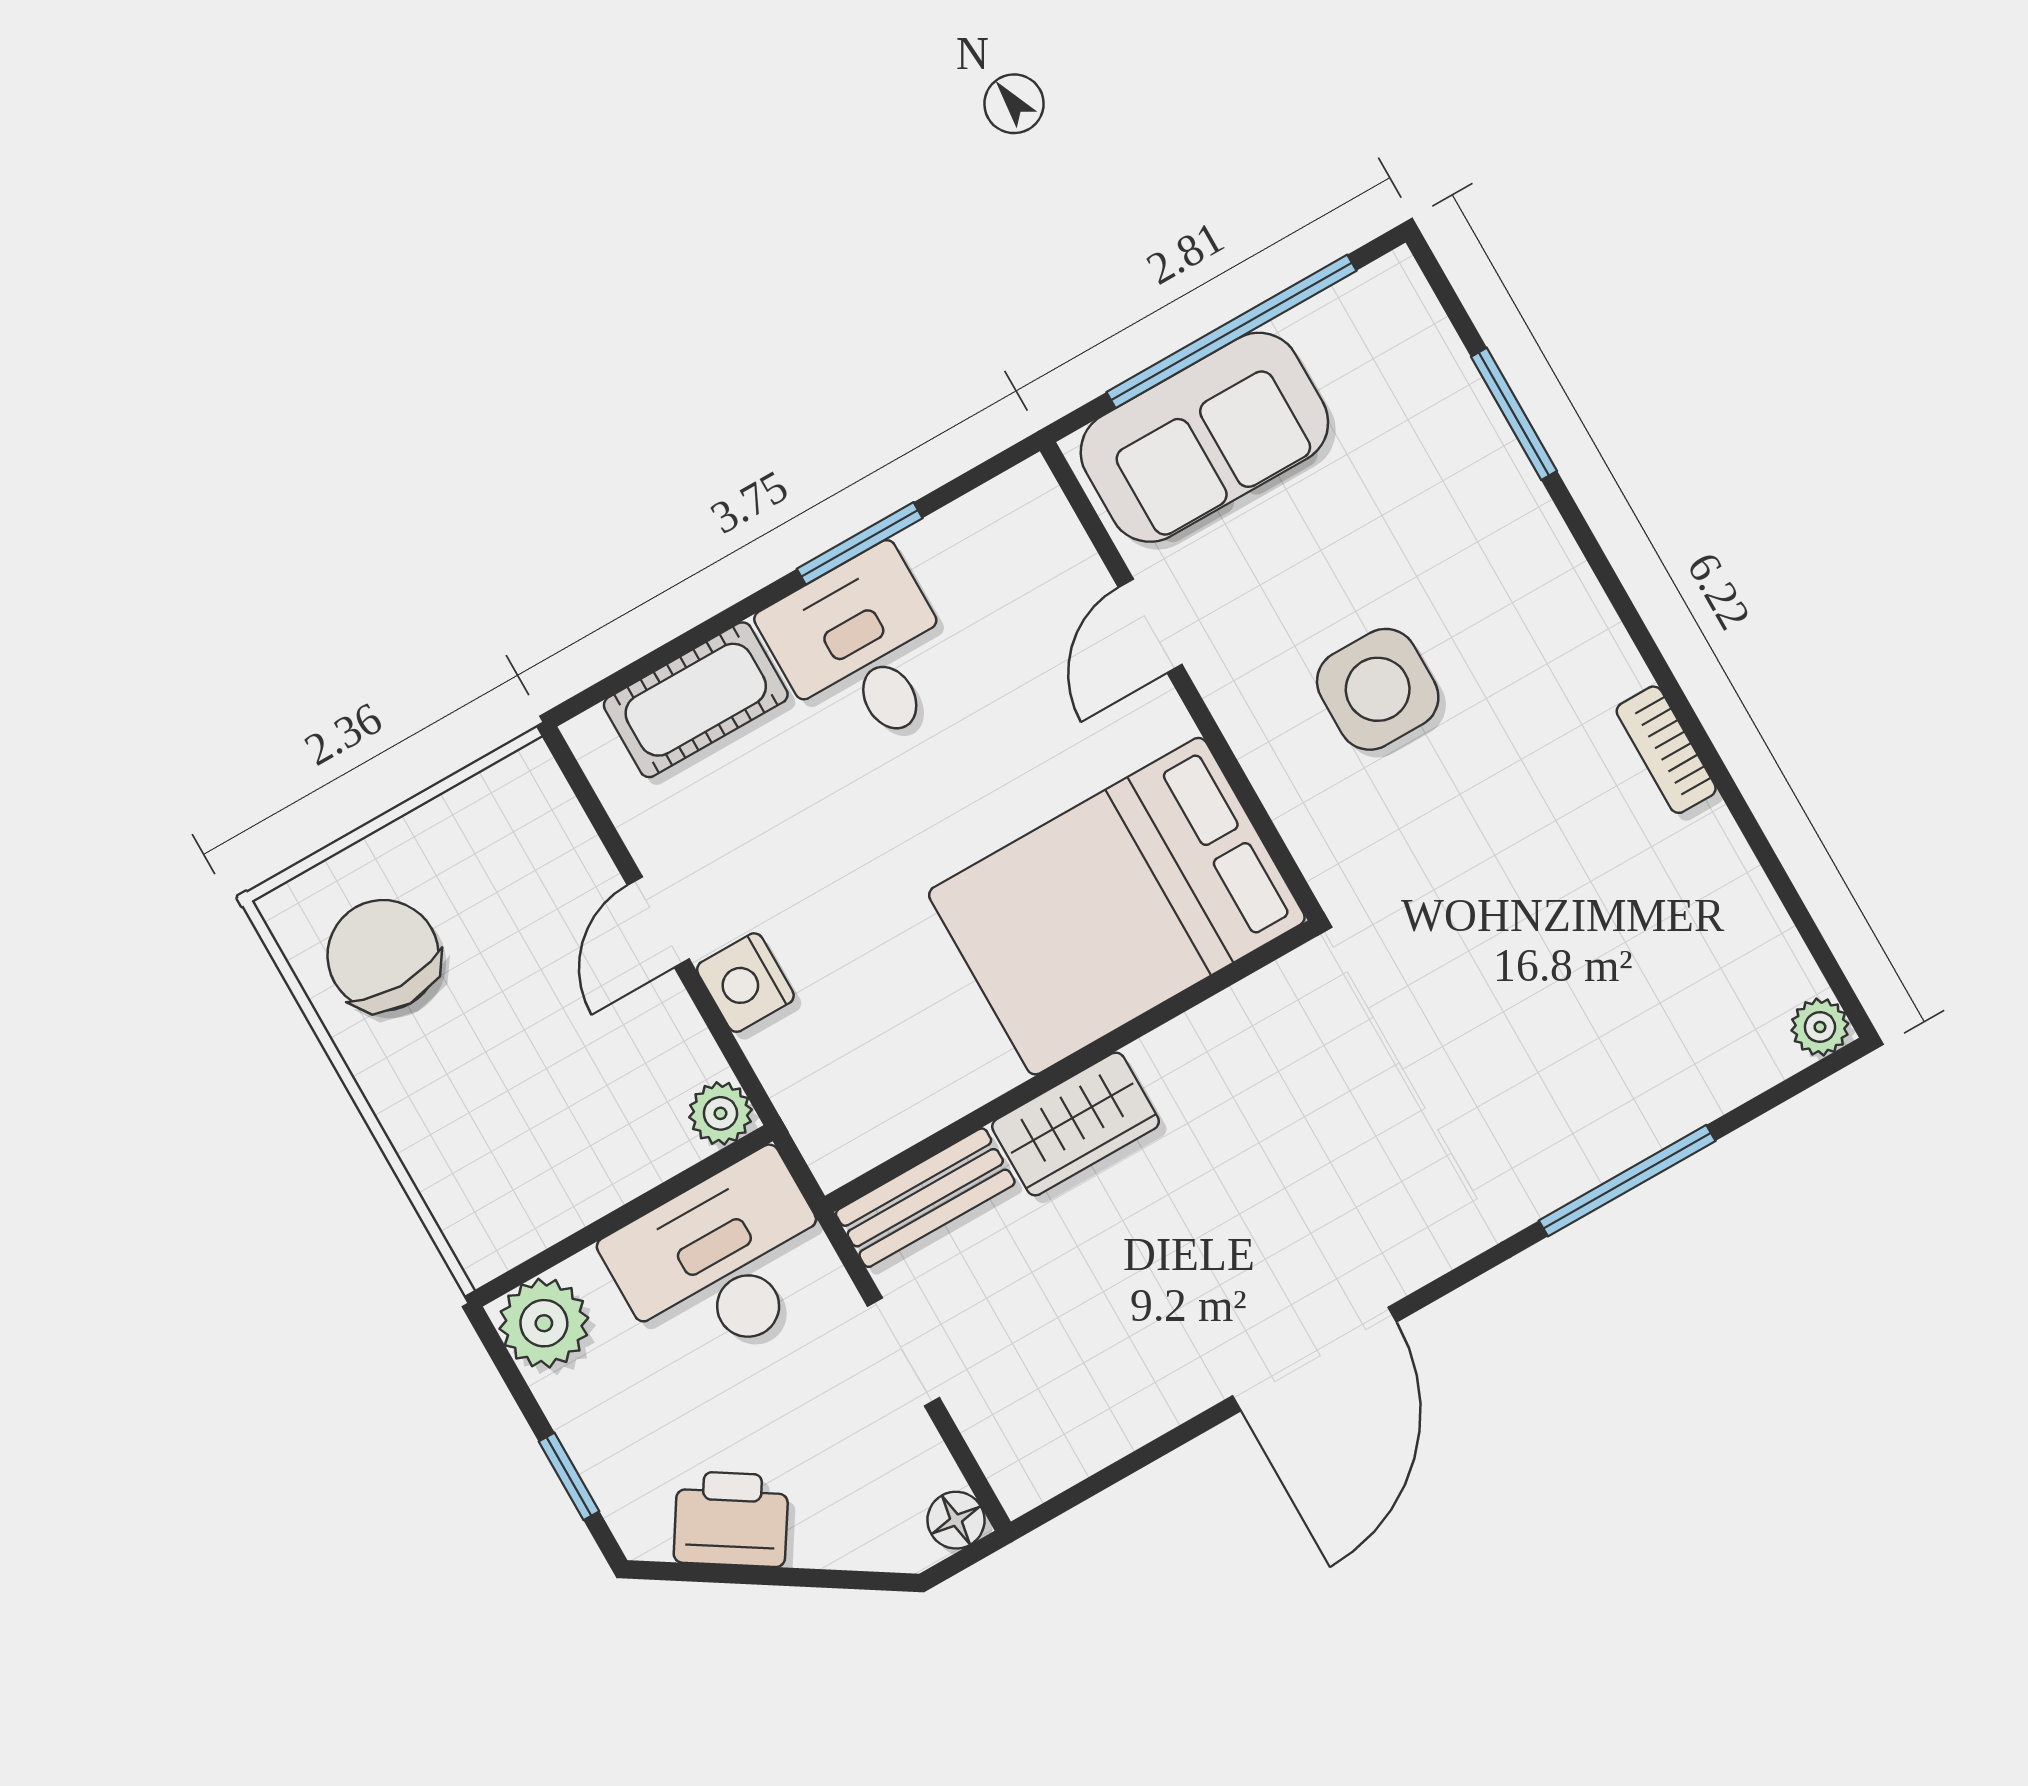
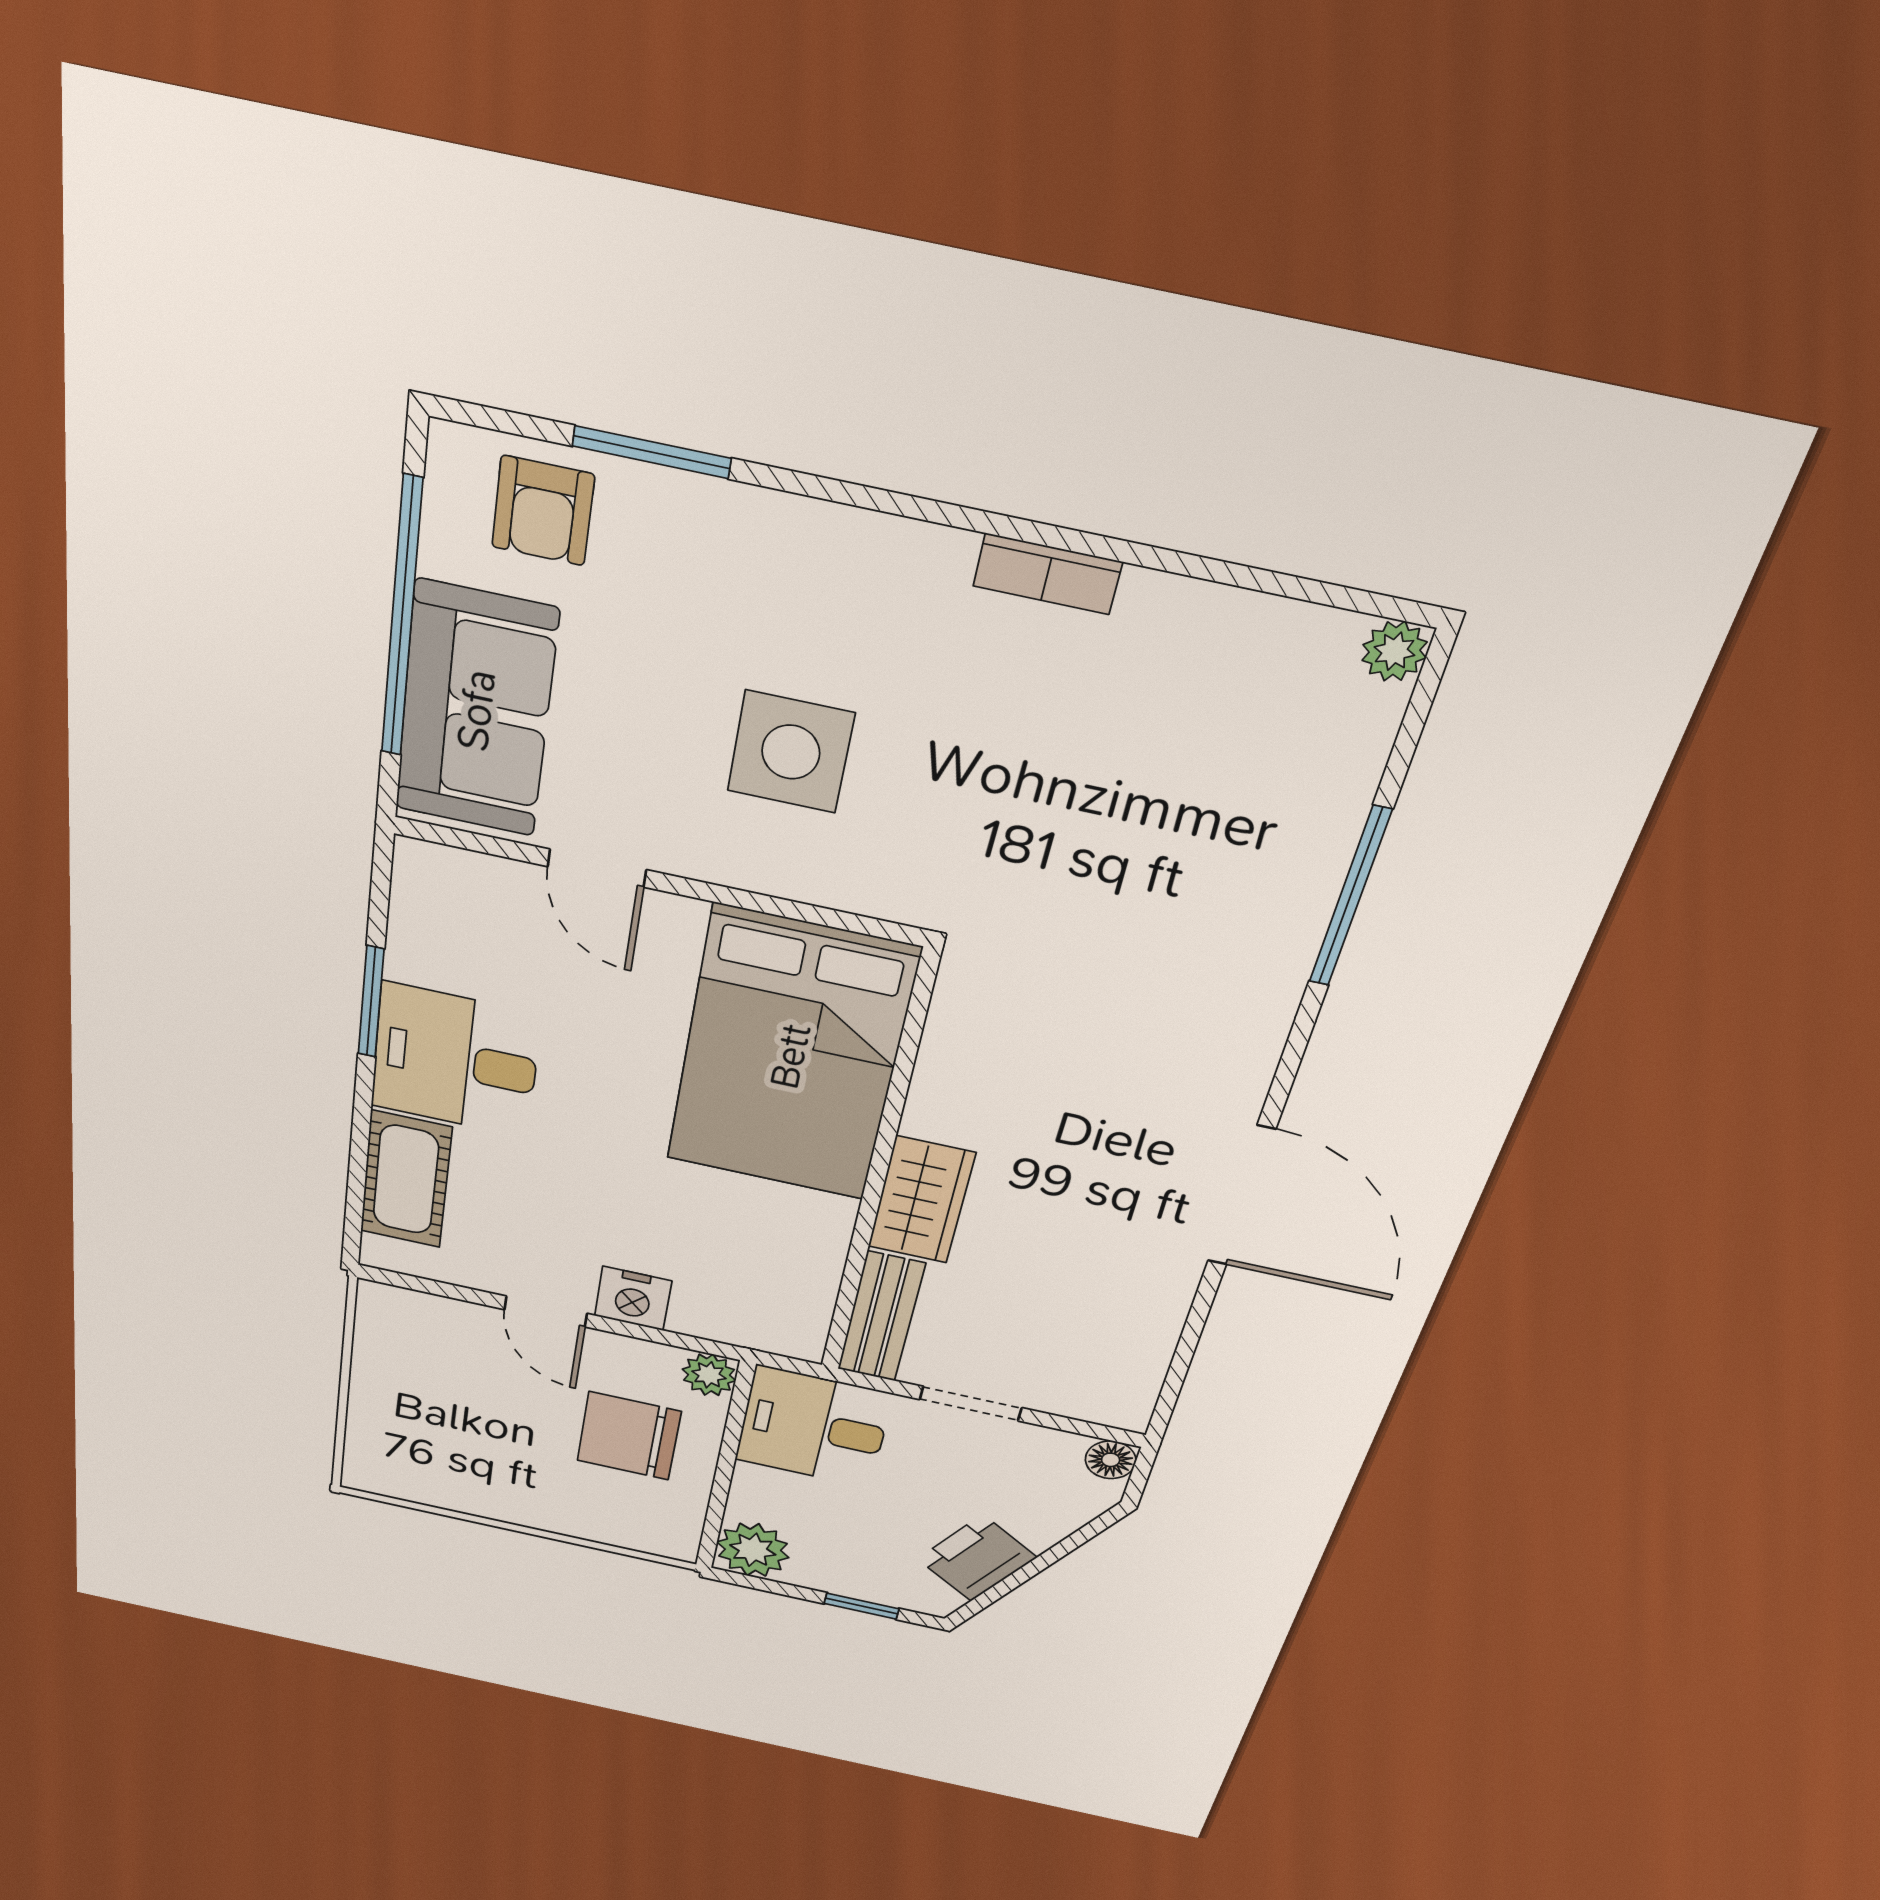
armchair: (1406, 372) -> (543, 511), added
chair: (383, 955) -> (629, 1436), moved
desk: (723, 1262) -> (814, 1427), width x0.73

